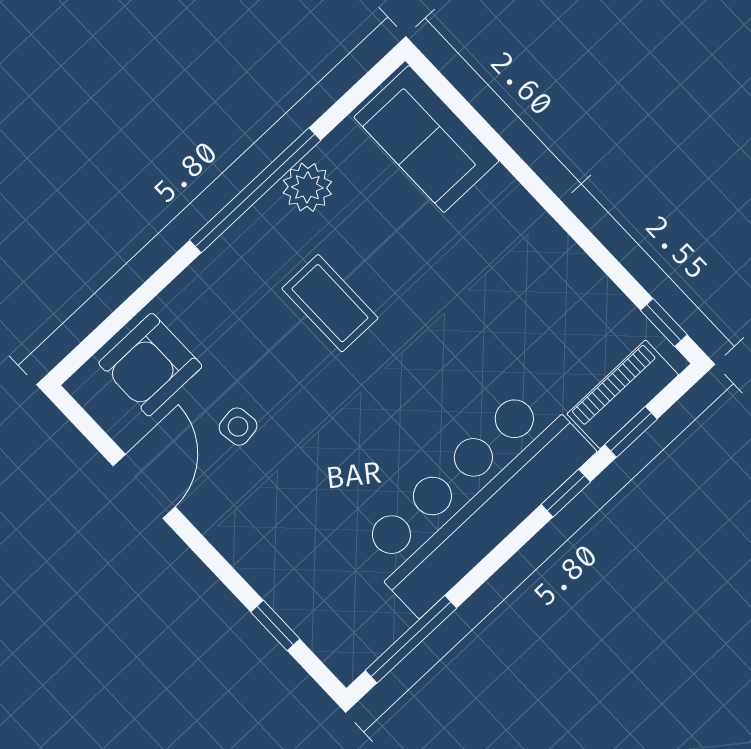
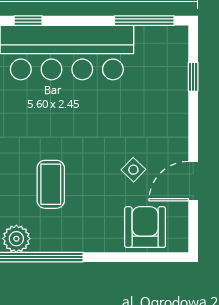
armchair: (150, 365) -> (145, 227), turned -90
side table: (238, 427) -> (133, 170), turned -38

